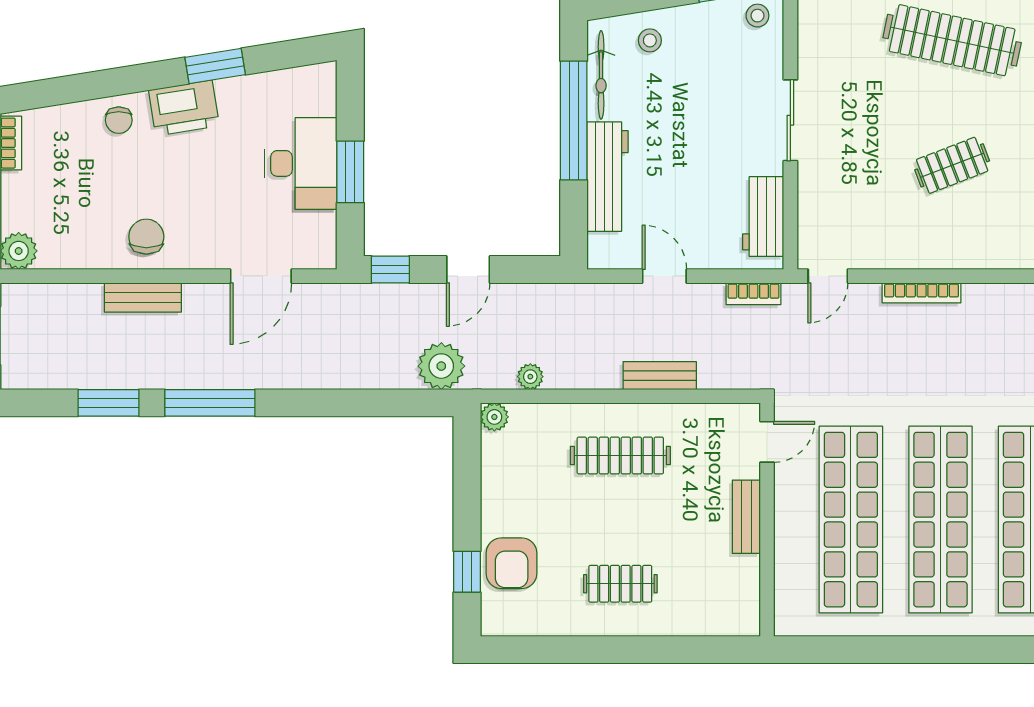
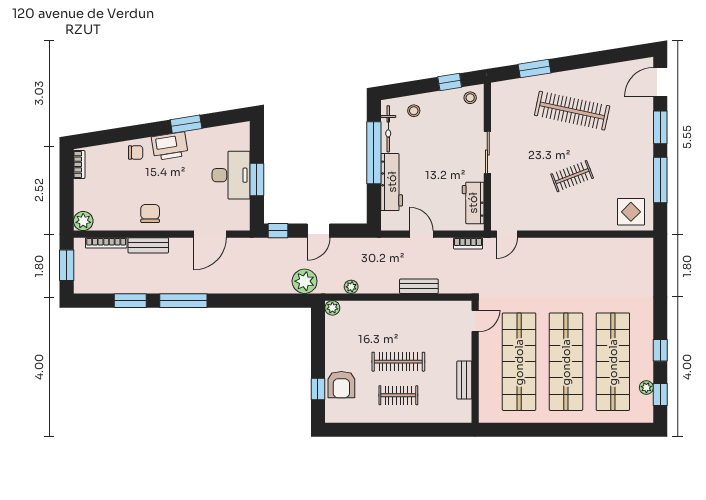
chair: (119, 120) -> (136, 152), turned -90
bookcase: (922, 293) -> (106, 243), moved
clothes rail: (620, 455) -> (398, 362), moved
bench: (746, 517) -> (464, 380), moved

